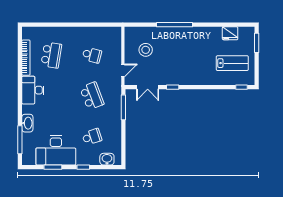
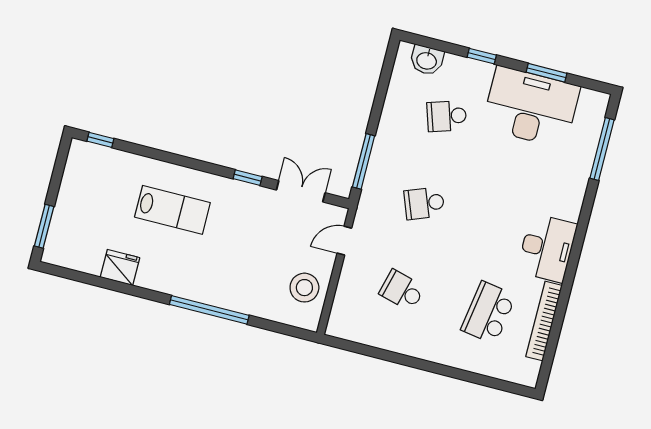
fridge: (230, 33) -> (120, 267), moved
stool: (146, 50) -> (304, 288), moved
lab bench: (232, 63) -> (172, 210), moved, turned 180
school desk: (92, 96) -> (424, 203), width x0.54
washbasin: (27, 123) -> (577, 181), removed

